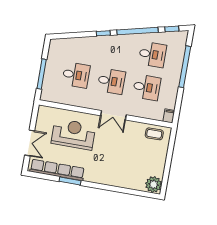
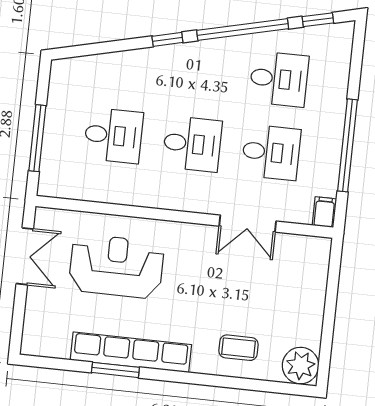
window: (185, 67) -> (347, 145), moved
double door: (113, 115) -> (248, 224), moved
coffee table: (154, 134) -> (238, 348), moved
double door: (30, 143) -> (25, 256), moved
row of seats: (57, 170) -> (131, 352), moved

